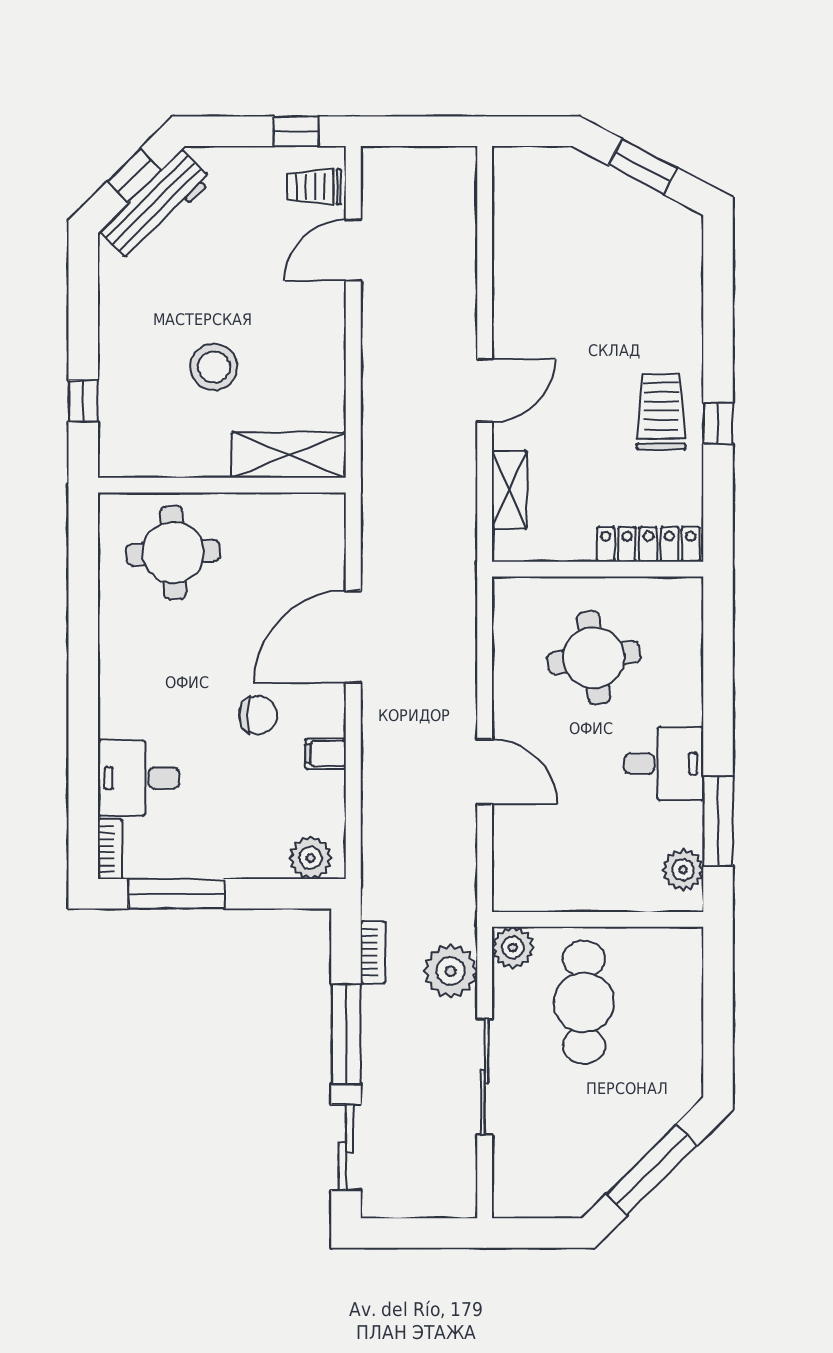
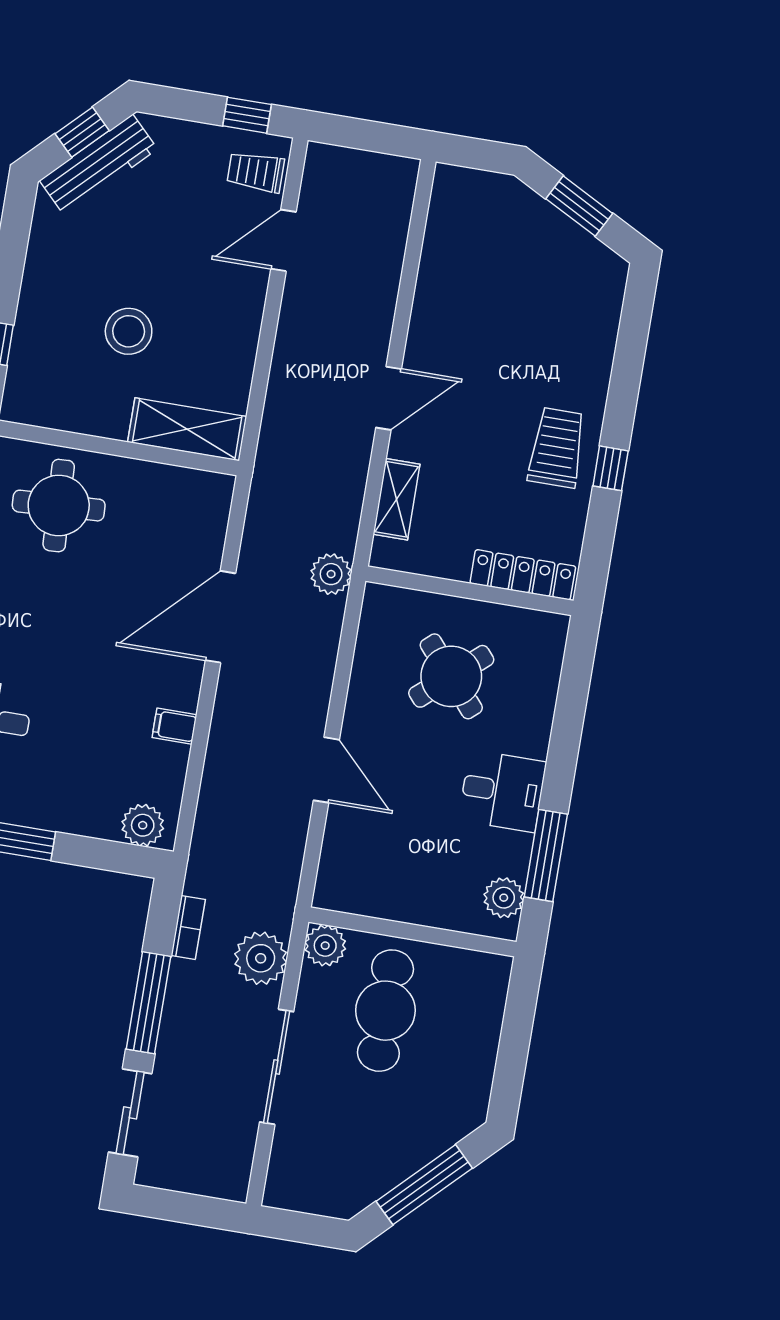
plant: (457, 576) -> (331, 574), added
round table: (594, 658) -> (451, 676), turned -33
chair: (258, 715) -> (115, 678), removed

